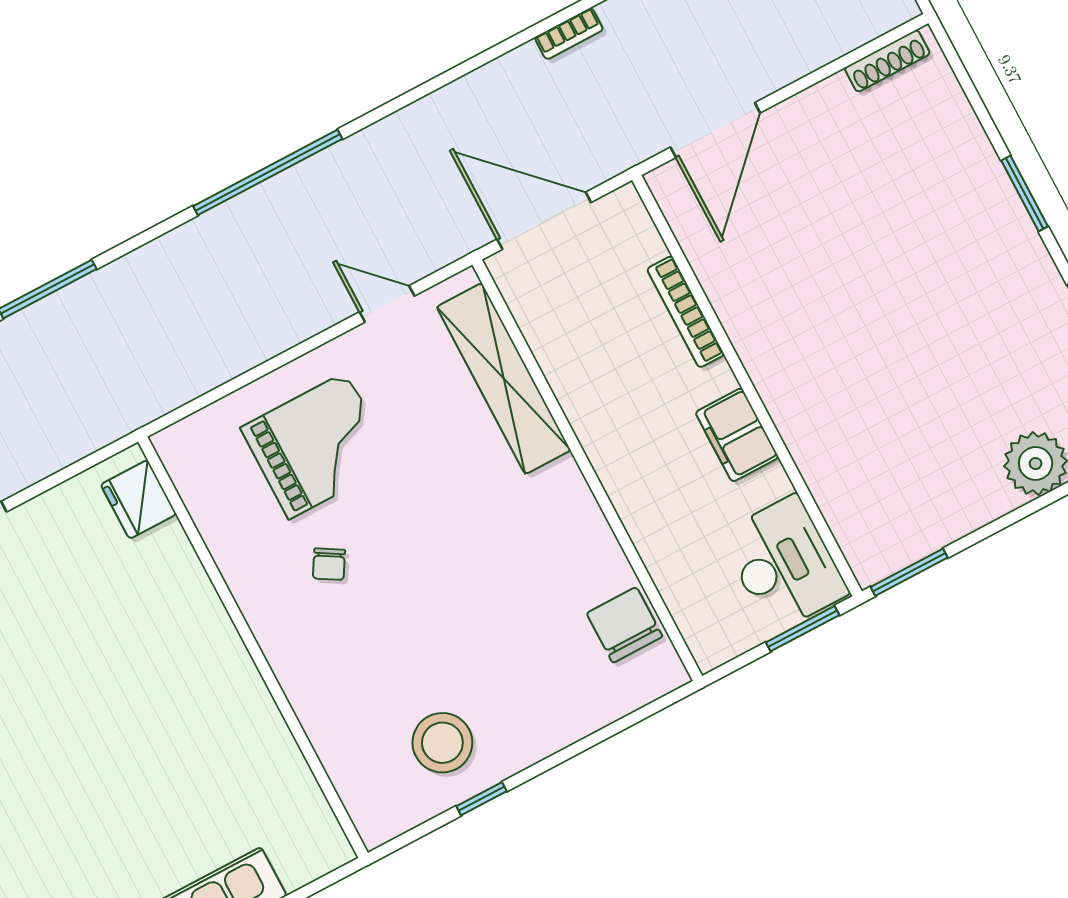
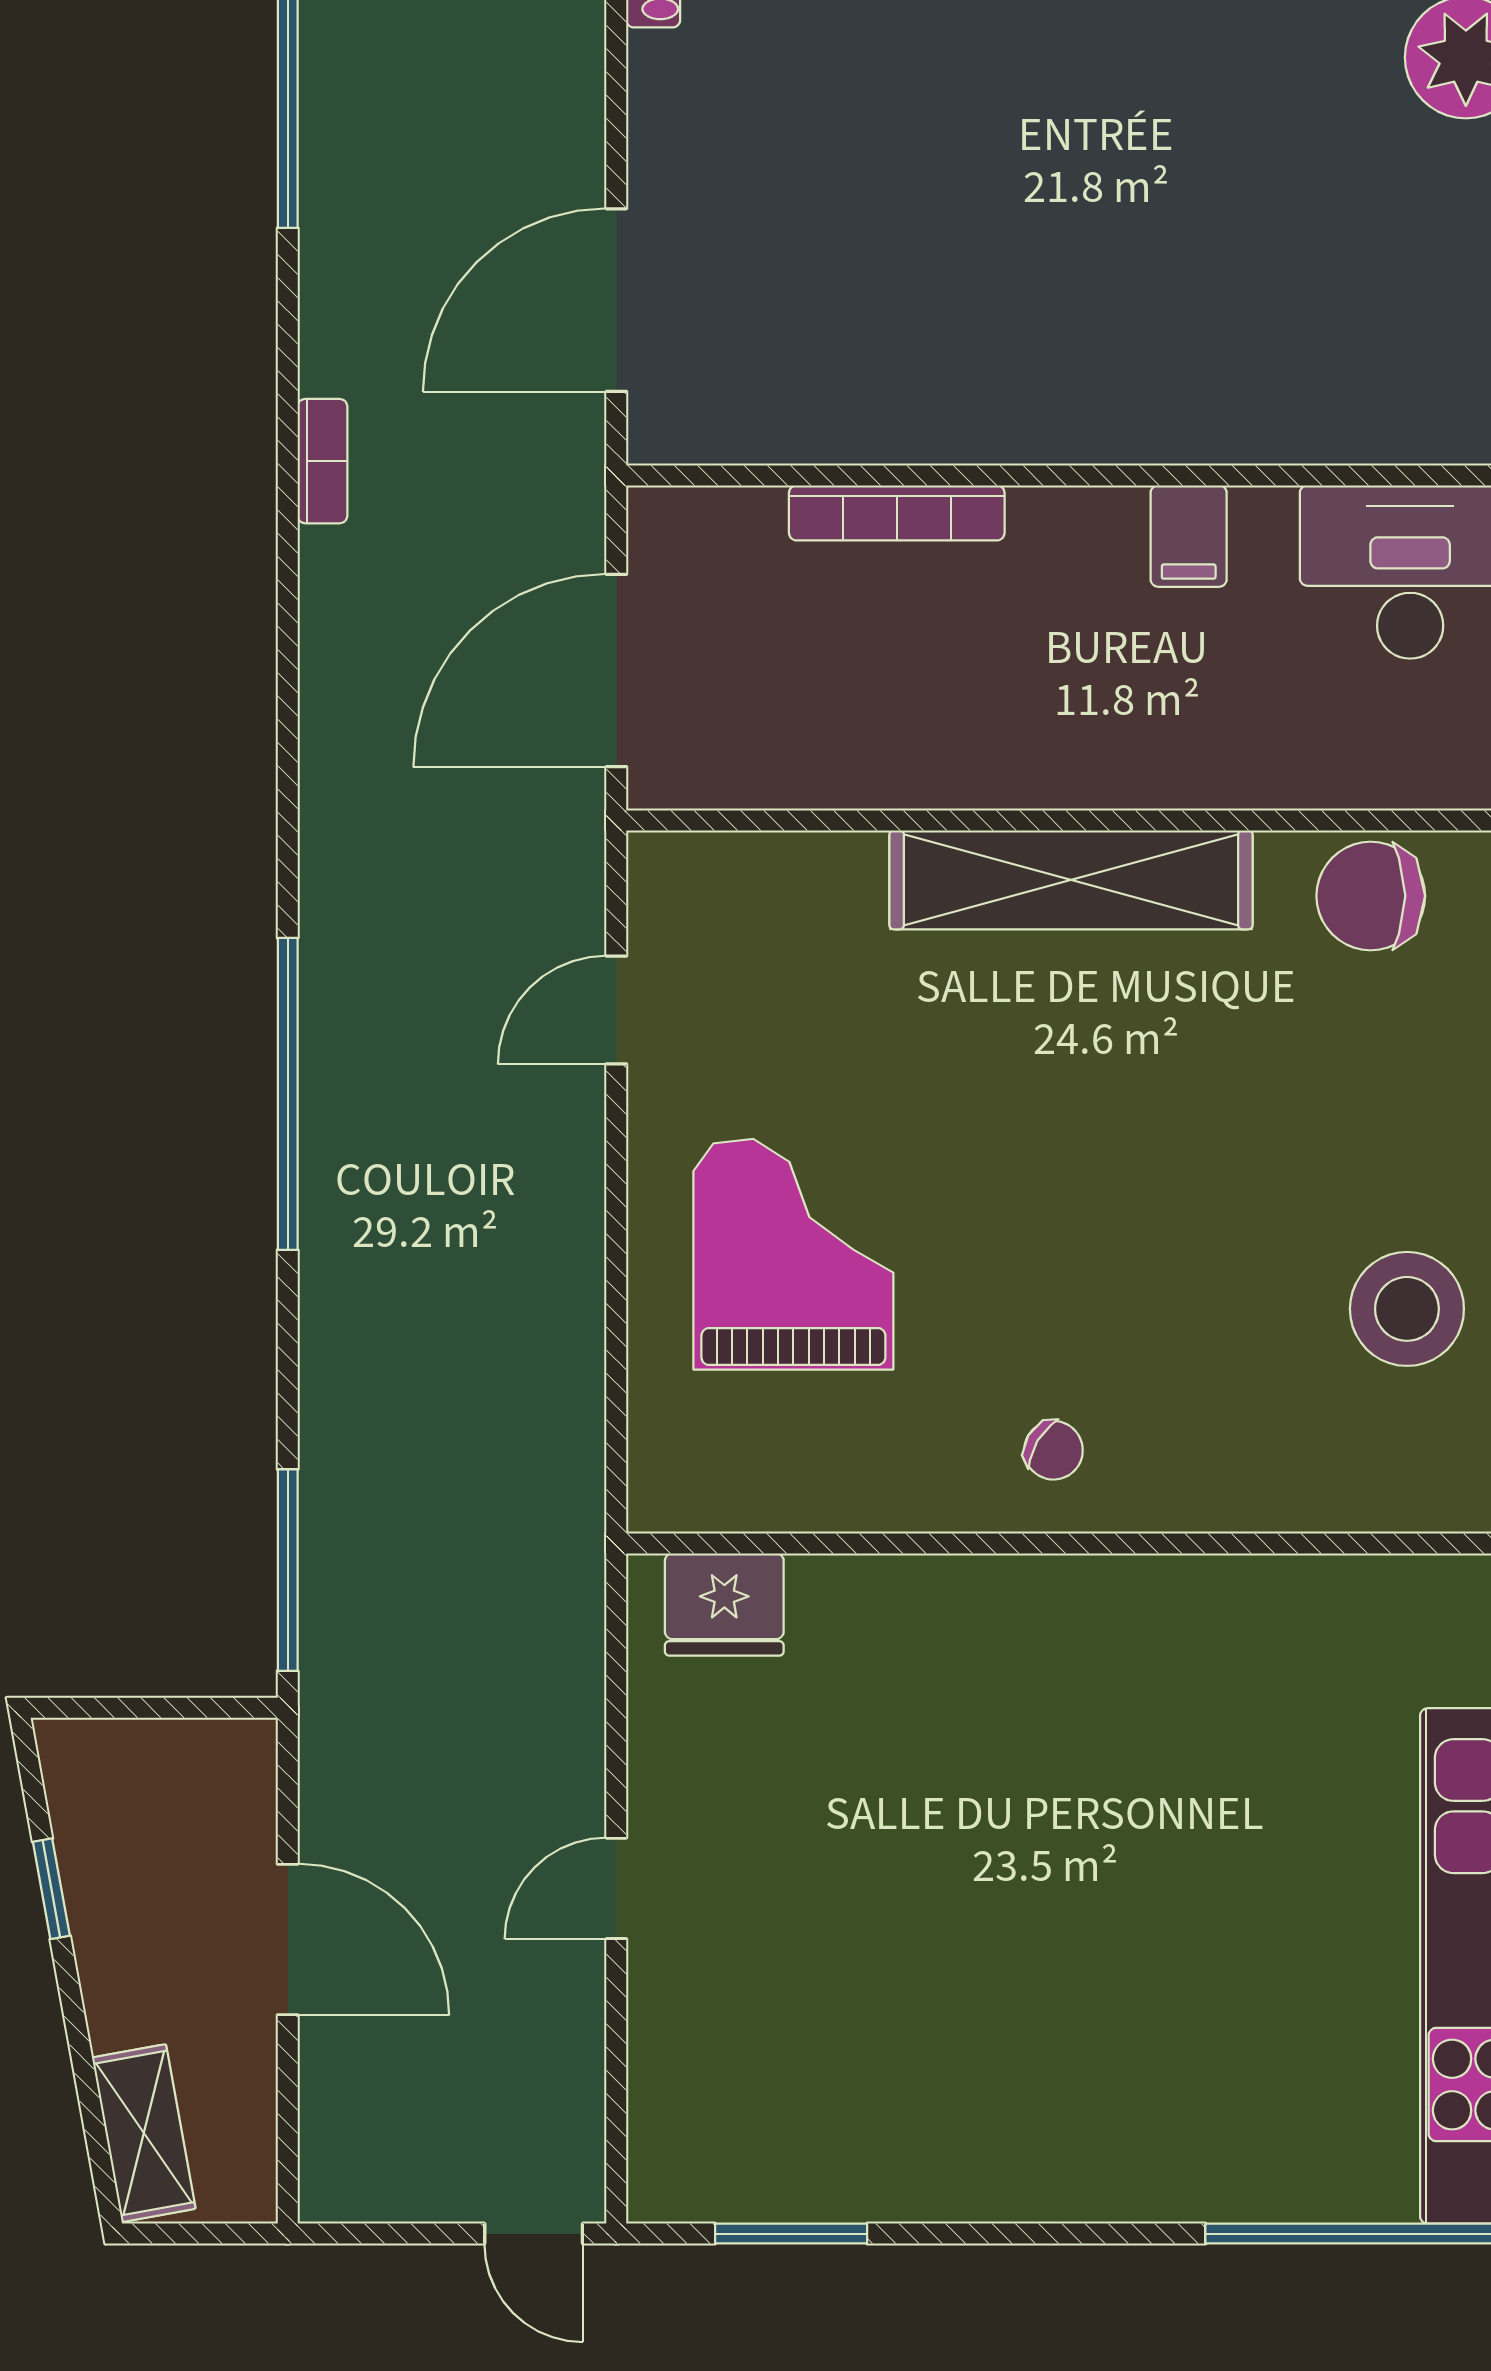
door: (715, 130) -> (616, 300), swing flipped
shelving: (504, 379) -> (1071, 880), moved
filing cabinet: (737, 435) -> (1189, 536), width x0.50
chair: (329, 564) -> (1054, 1450), moved

